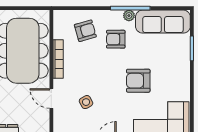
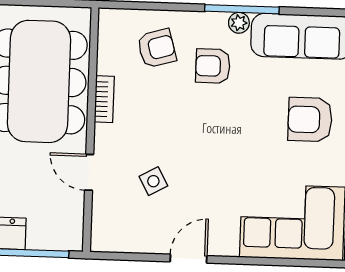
bookcase: (58, 59) -> (104, 99), width x0.64
armchair: (138, 81) -> (310, 120), moved

